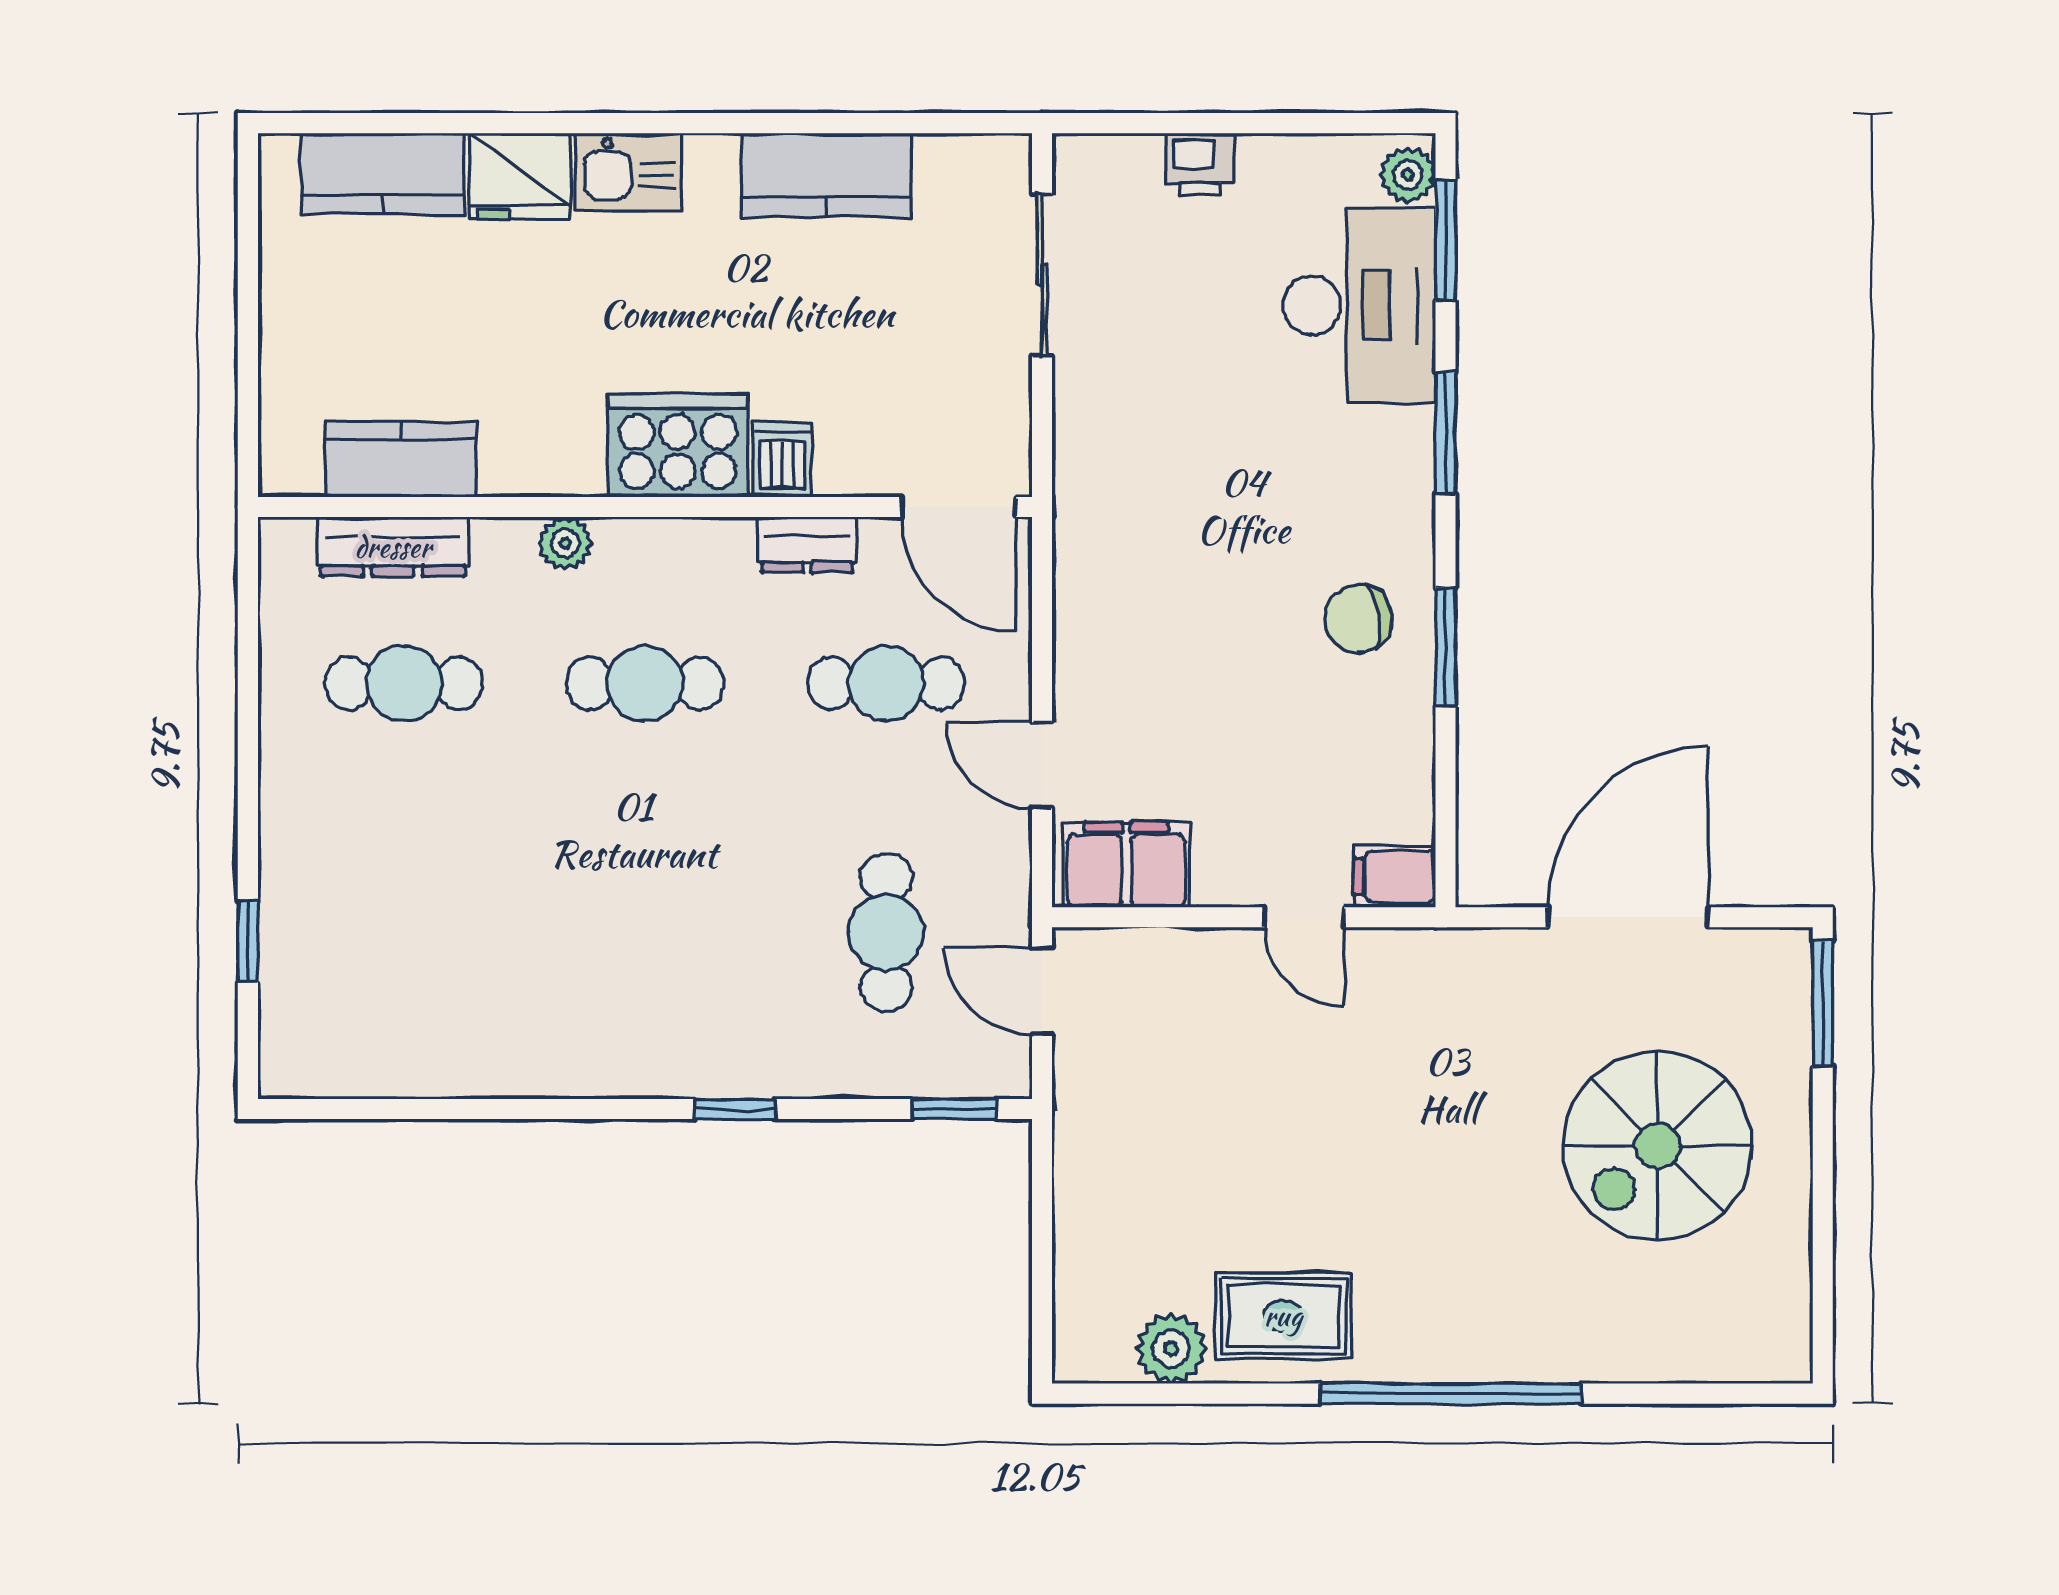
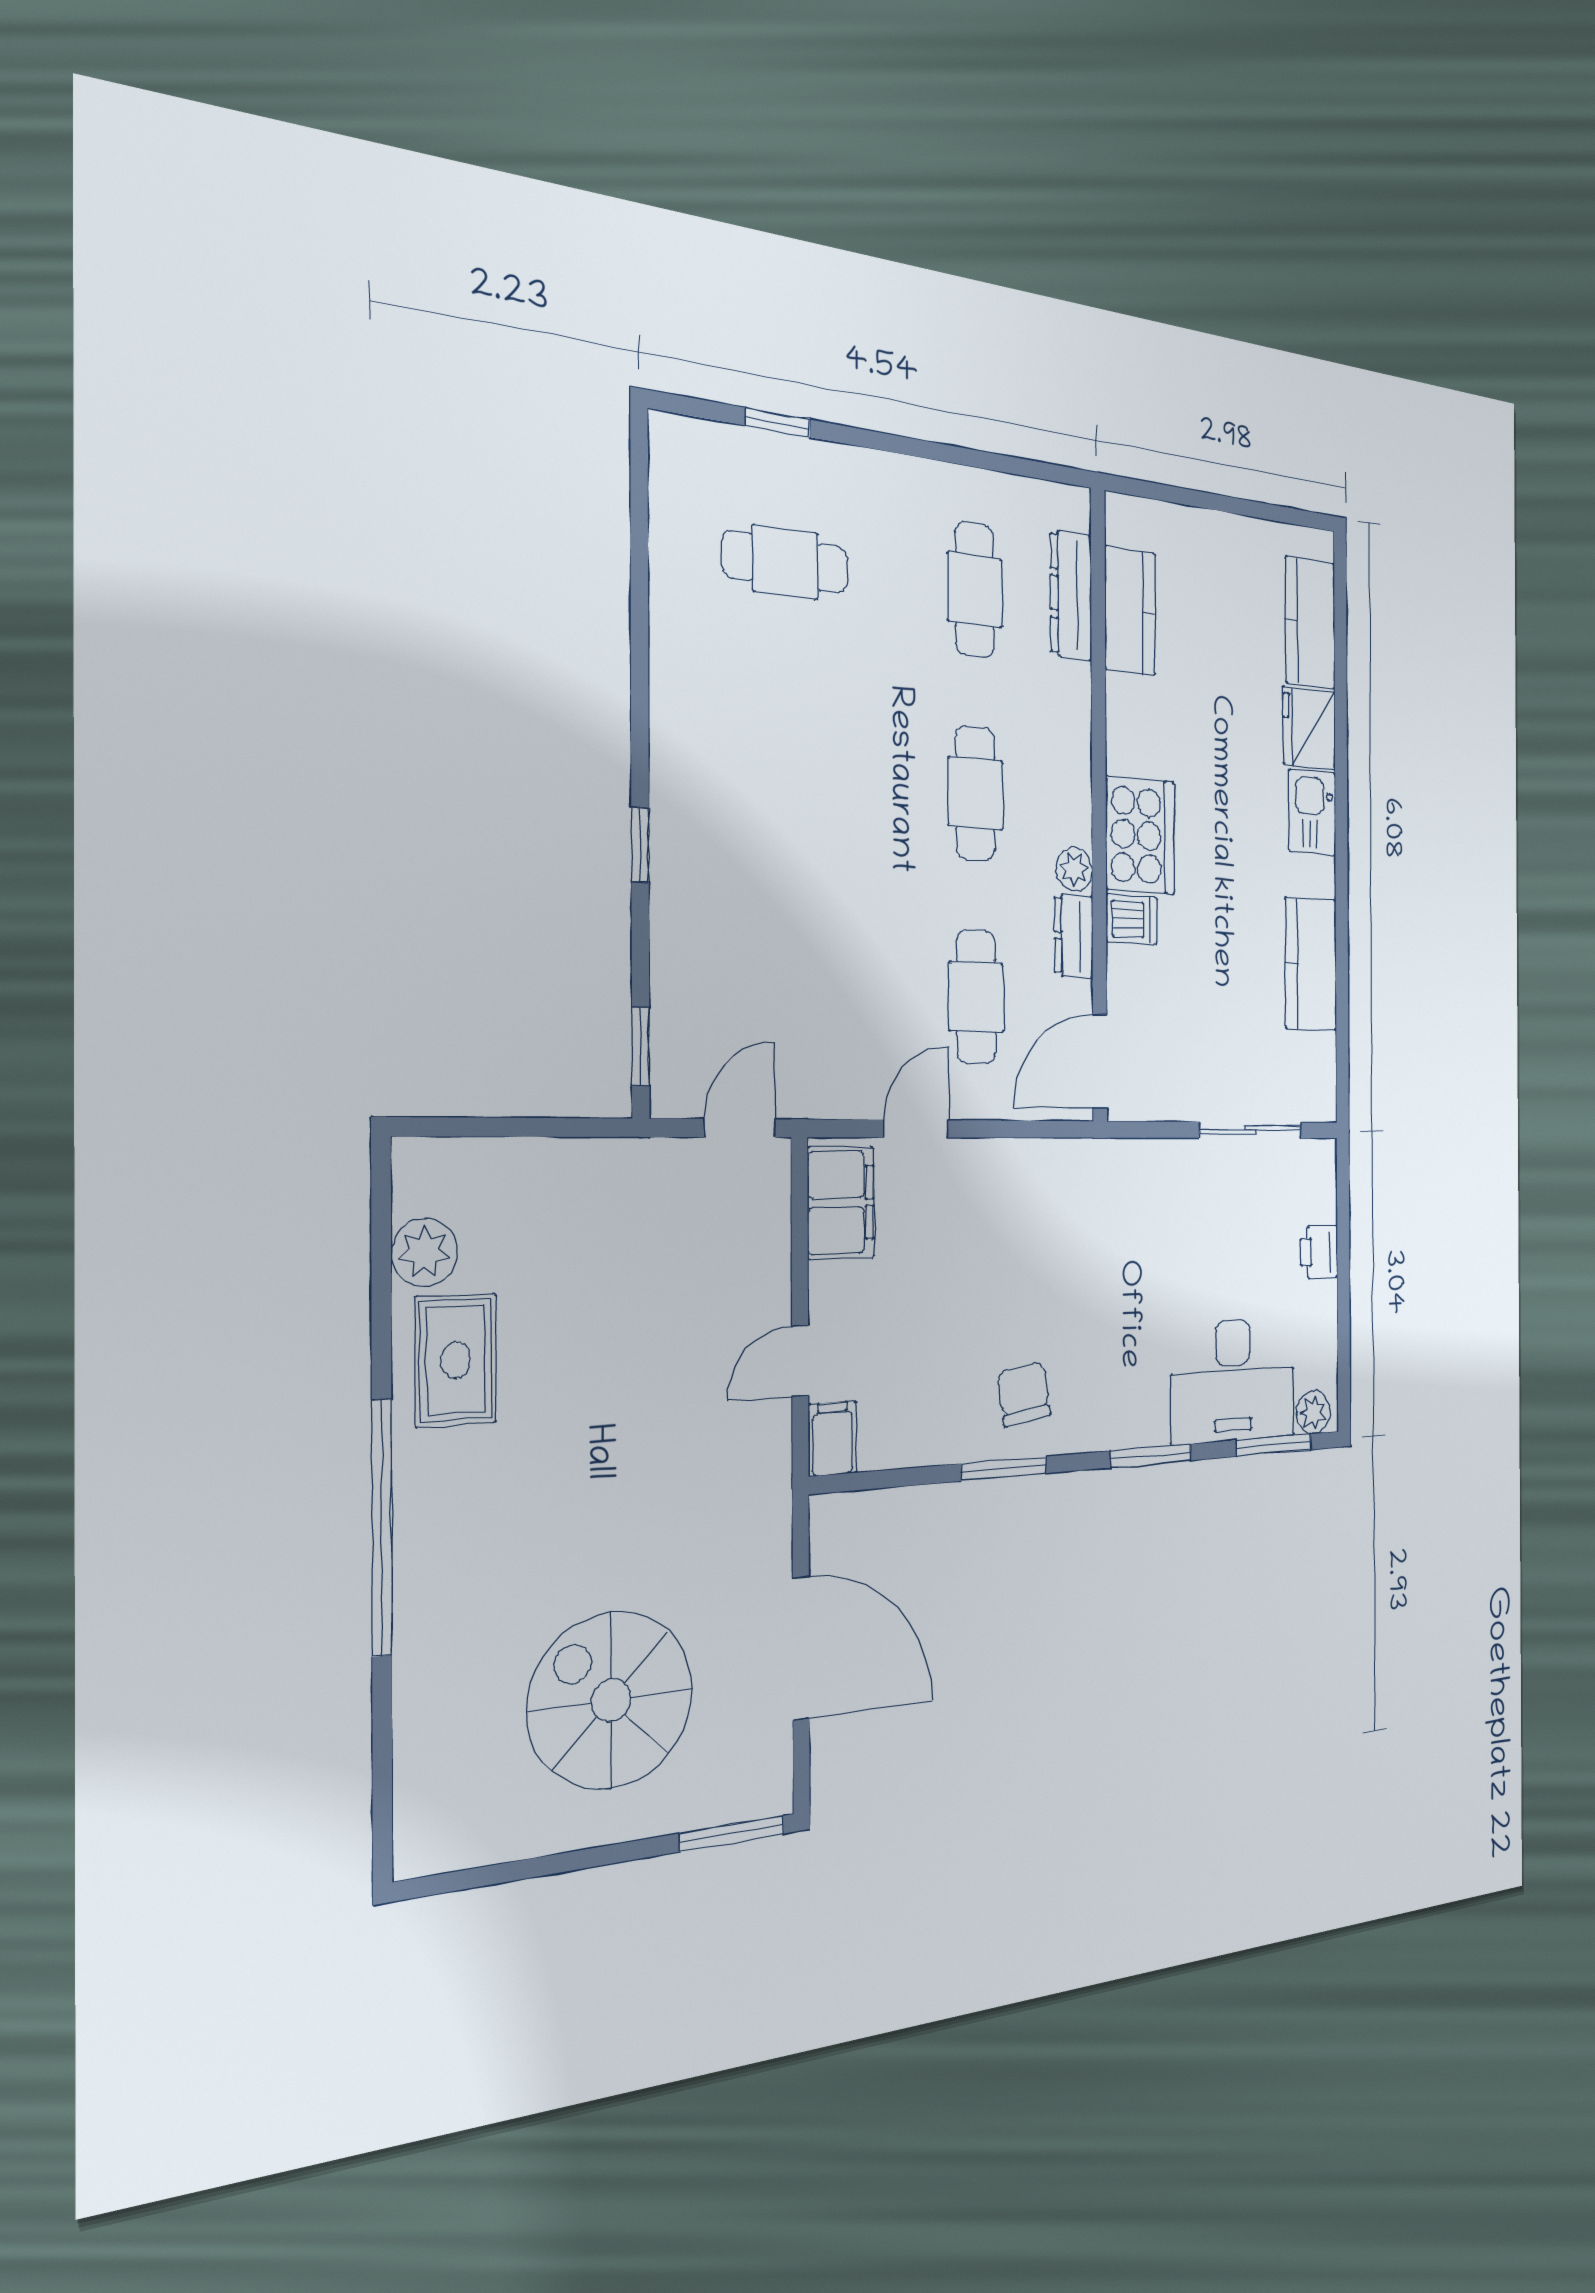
plant: (565, 543) -> (1074, 869), moved
cafe table: (886, 933) -> (785, 562), moved

